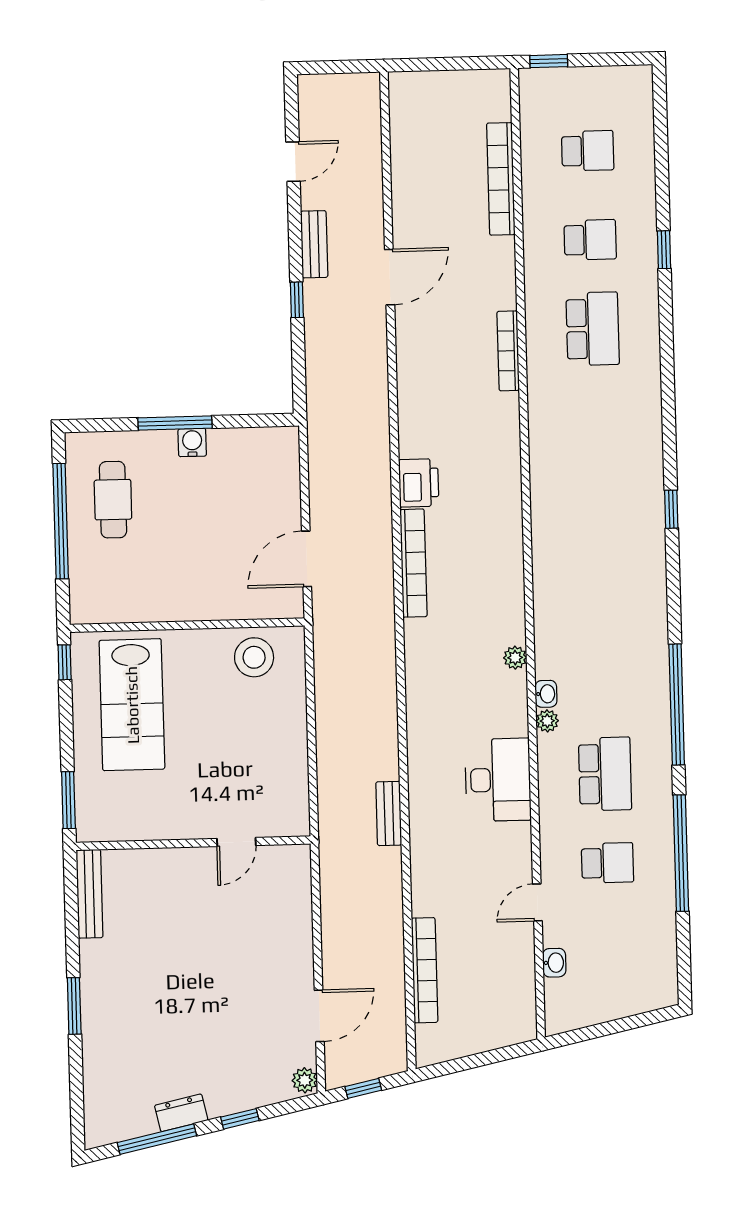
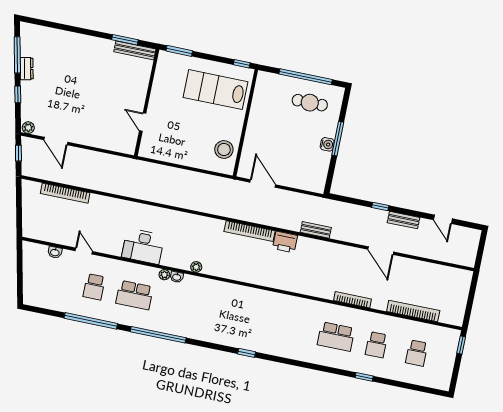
bookcase: (508, 351) -> (353, 300), moved
bench: (389, 813) -> (316, 230), moved
window: (74, 1006) -> (125, 40), moved

